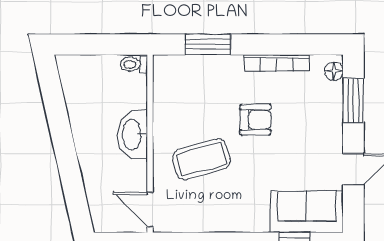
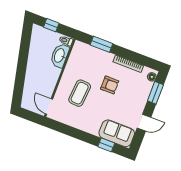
window: (92, 44) -> (51, 25), added
washbasin: (133, 134) -> (60, 56), moved
coffee table: (201, 159) -> (80, 93), turned -69

